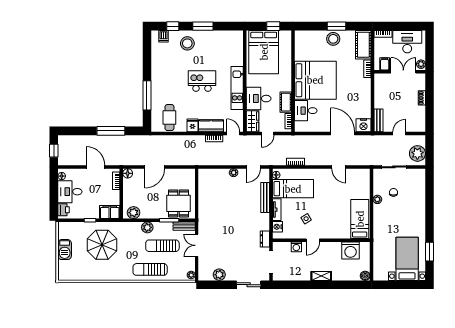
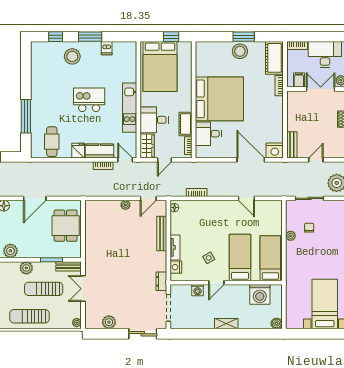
dishwasher: (164, 36) -> (107, 48), moved
bed: (293, 189) -> (240, 257), moved, turned -90
dining table: (178, 203) -> (66, 226), moved

